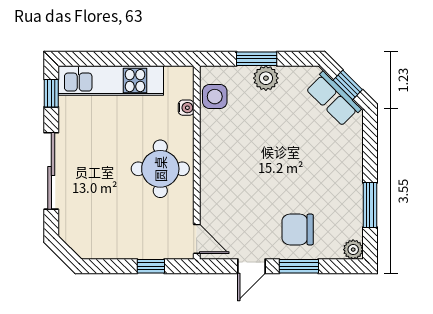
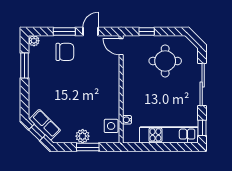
round table: (160, 169) -> (165, 61), moved

